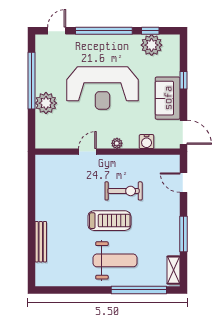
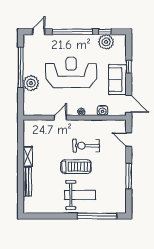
reception desk: (102, 88) -> (71, 73), turned 180
exercise bike: (124, 191) -> (86, 146), turned 180
shelving: (174, 270) -> (28, 156), moved

